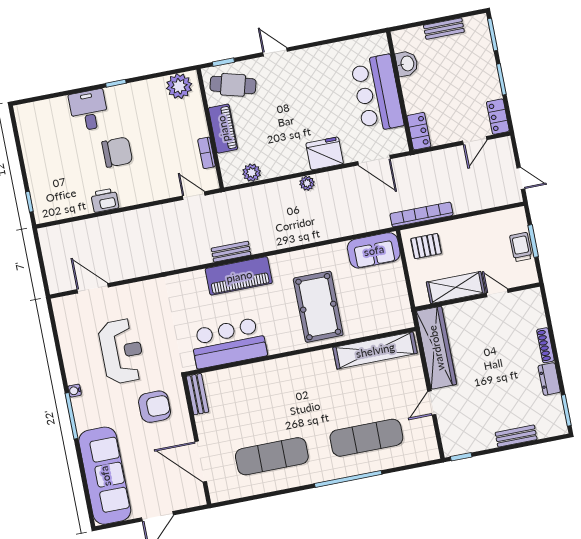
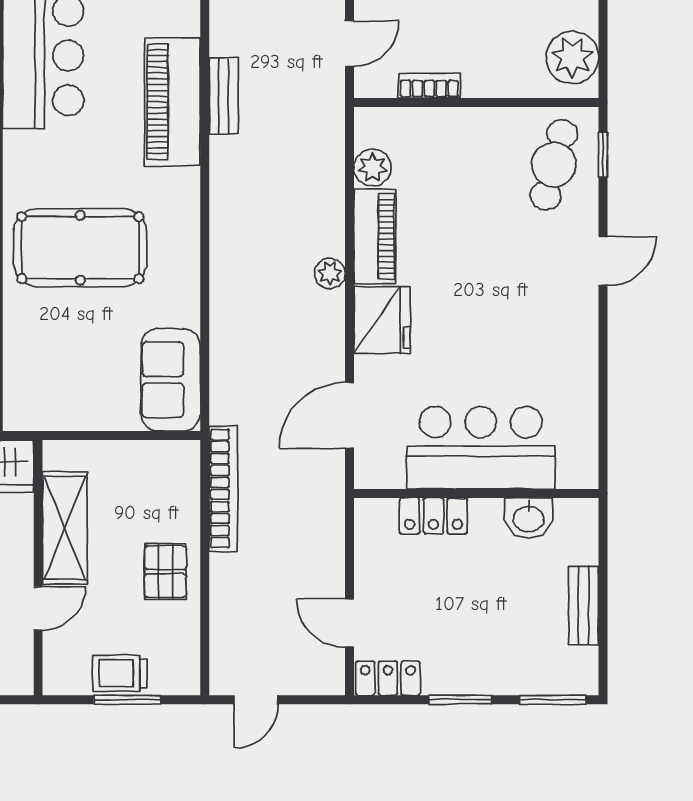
piano: (223, 129) -> (375, 236), moved, turned -90
locker: (419, 131) -> (433, 516), moved
pallet: (426, 246) -> (165, 572), moved
trolley: (521, 247) -> (120, 673), turned 180

